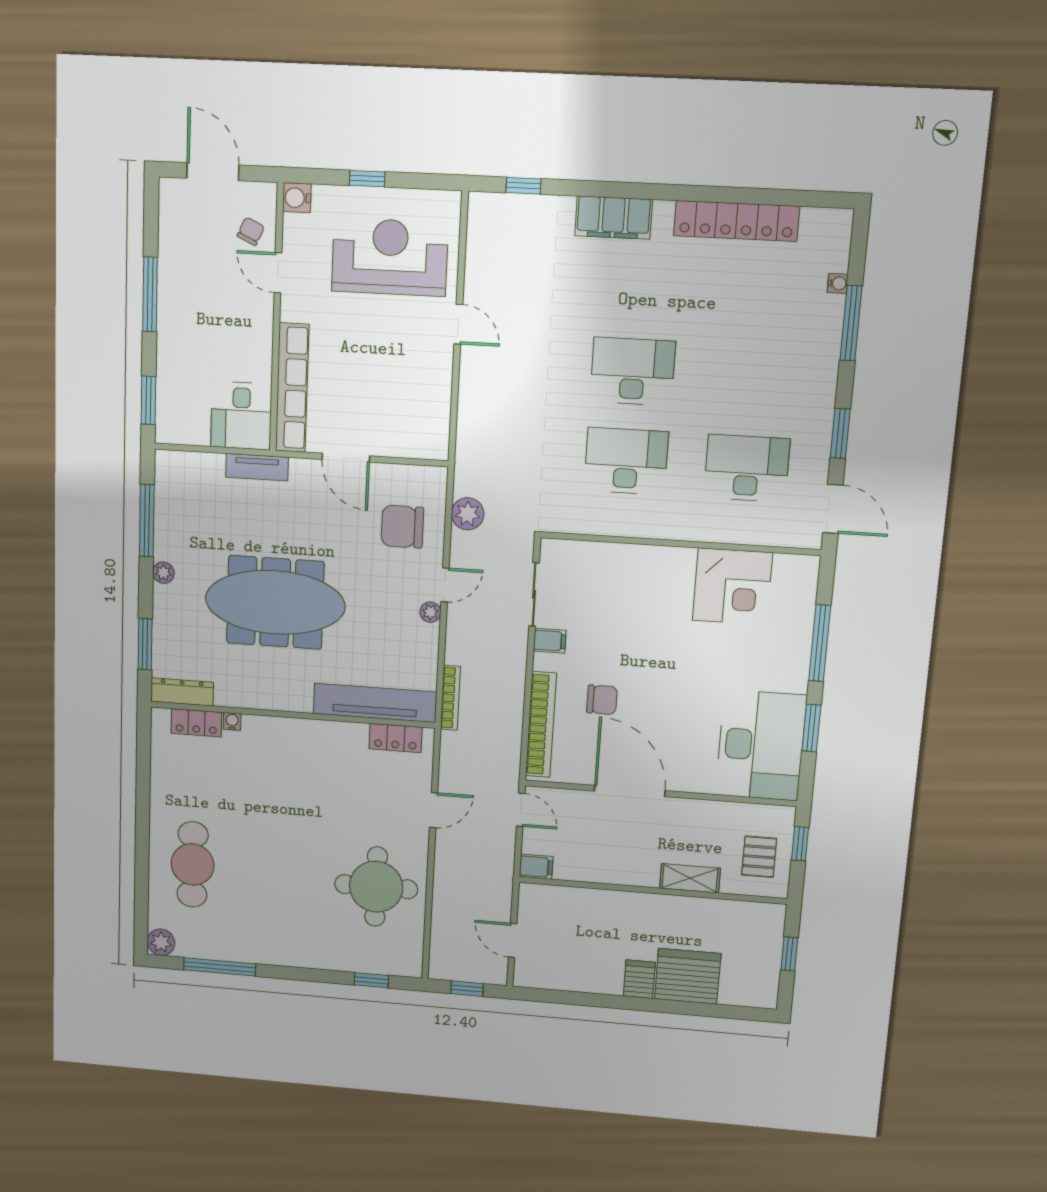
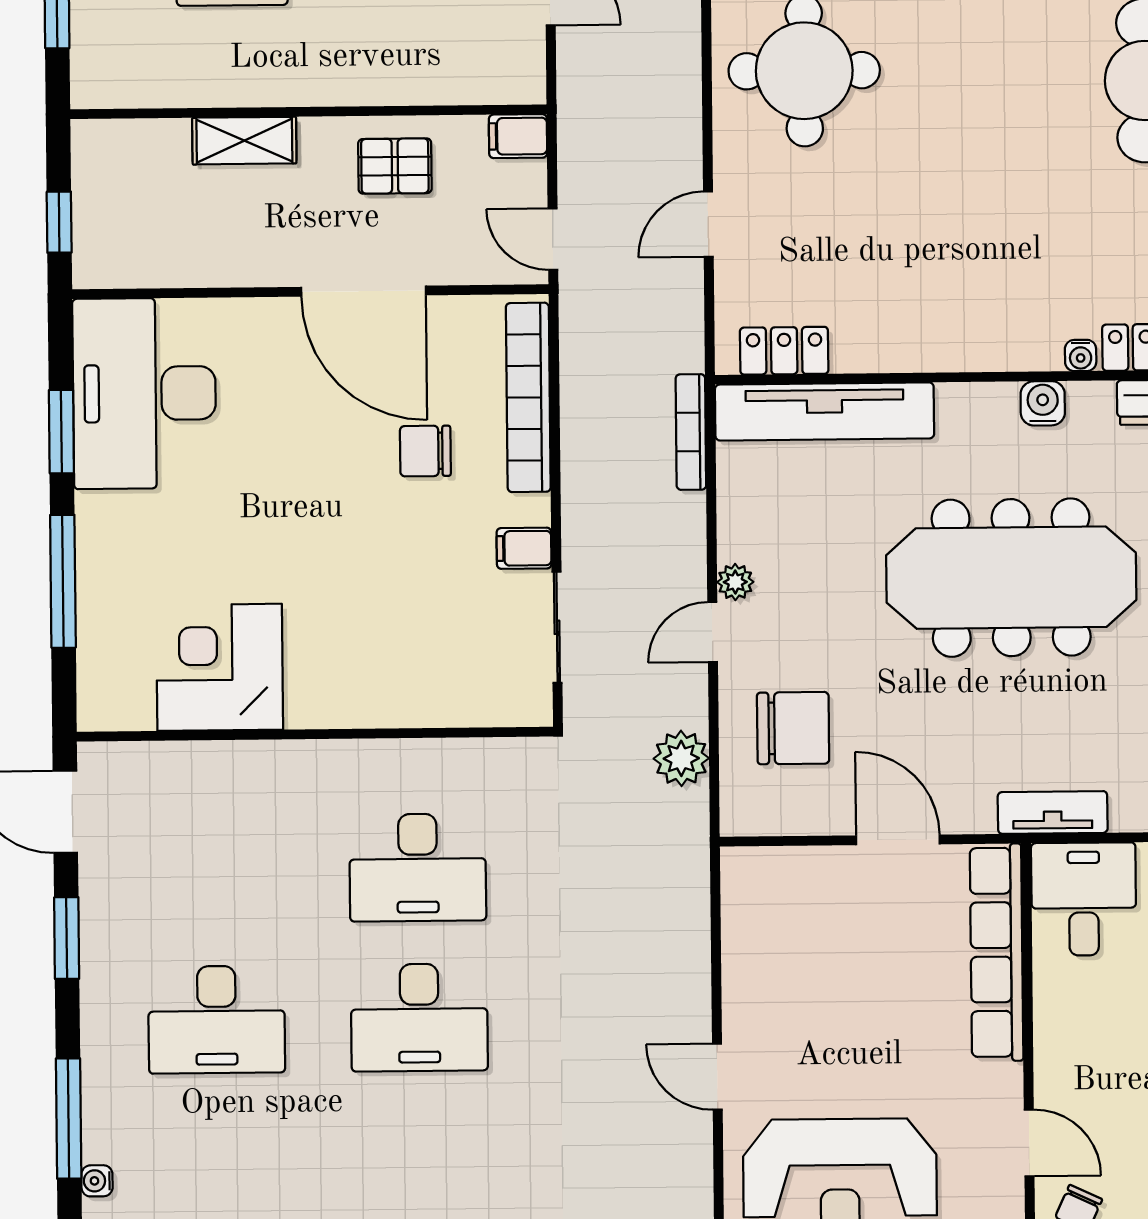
desk: (747, 468) -> (217, 1020), moved
water cooler: (254, 697) -> (1043, 403), added
pallet: (759, 857) -> (395, 166), moved, turned 90

